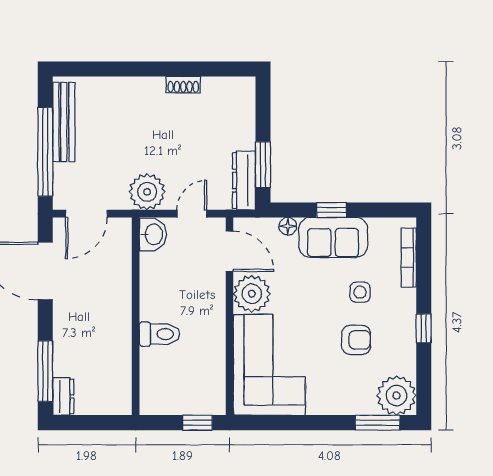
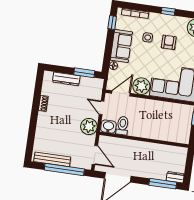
dresser: (244, 181) -> (66, 79), moved
window: (332, 210) -> (112, 23), moved
toilet: (160, 334) -> (123, 126), moved

